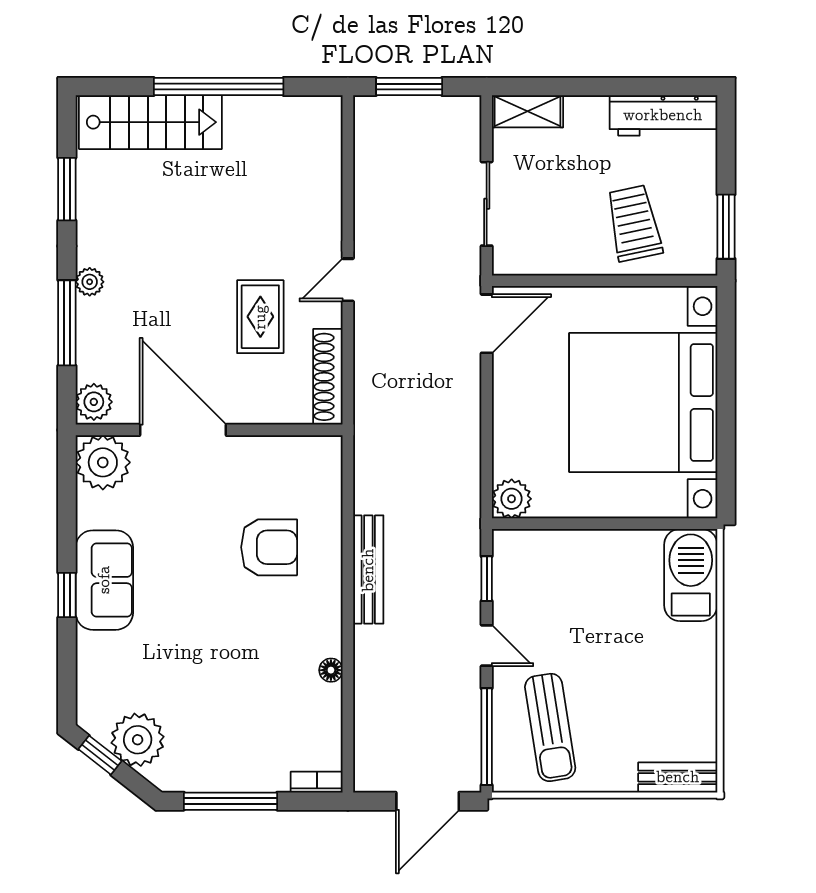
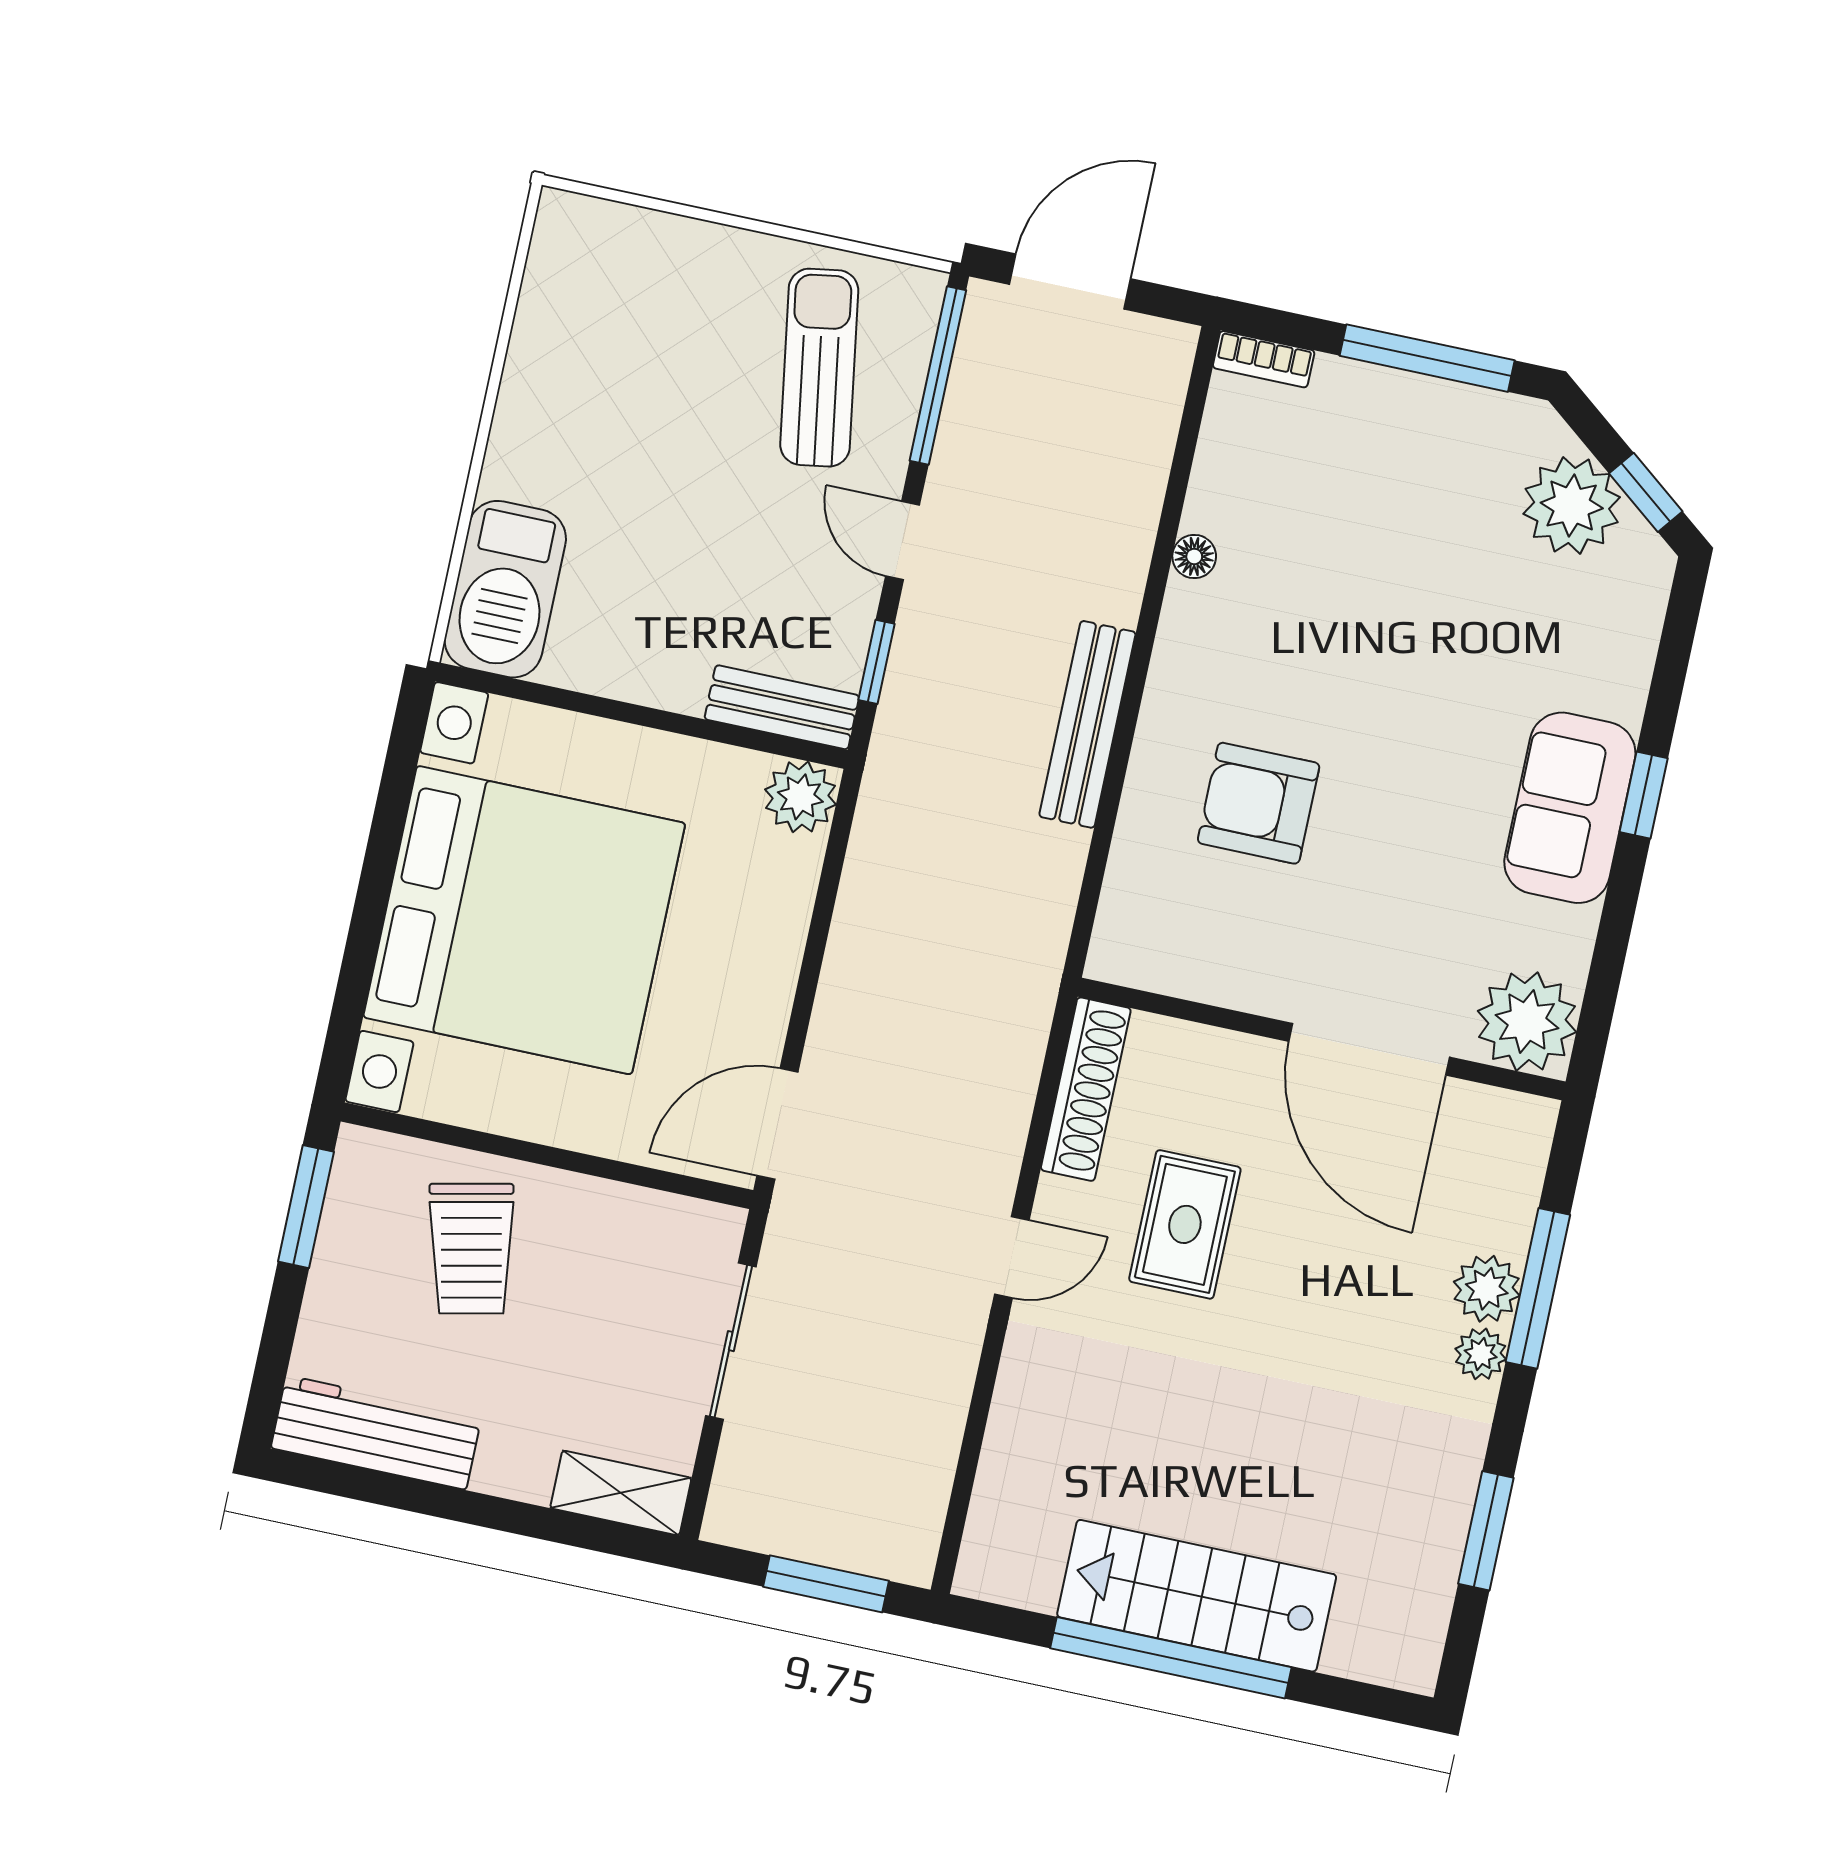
stairs: (150, 122) -> (1197, 1596), moved
plant: (94, 402) -> (1487, 1289), moved
bench: (678, 777) -> (782, 707), moved

